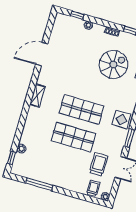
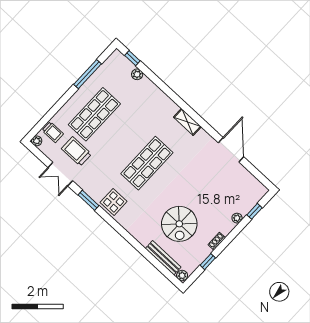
shop shelf: (73, 137) -> (94, 114), moved
trolley: (99, 164) -> (76, 151), turned 180

